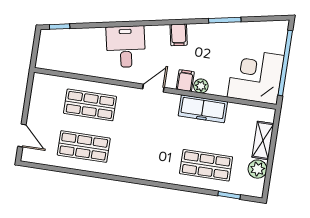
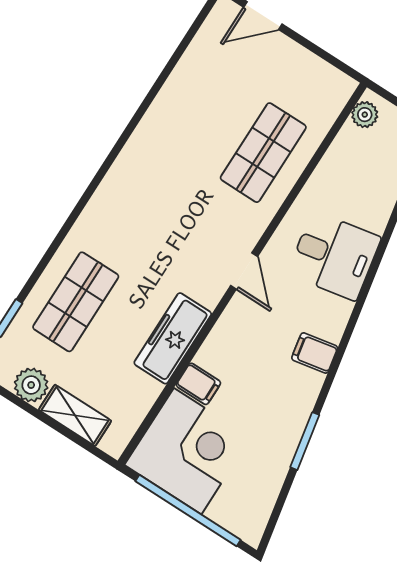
filing cabinet: (185, 81) -> (198, 384), moved
plant: (201, 86) -> (365, 115), moved
shop shelf: (84, 147) -> (198, 111), removed

